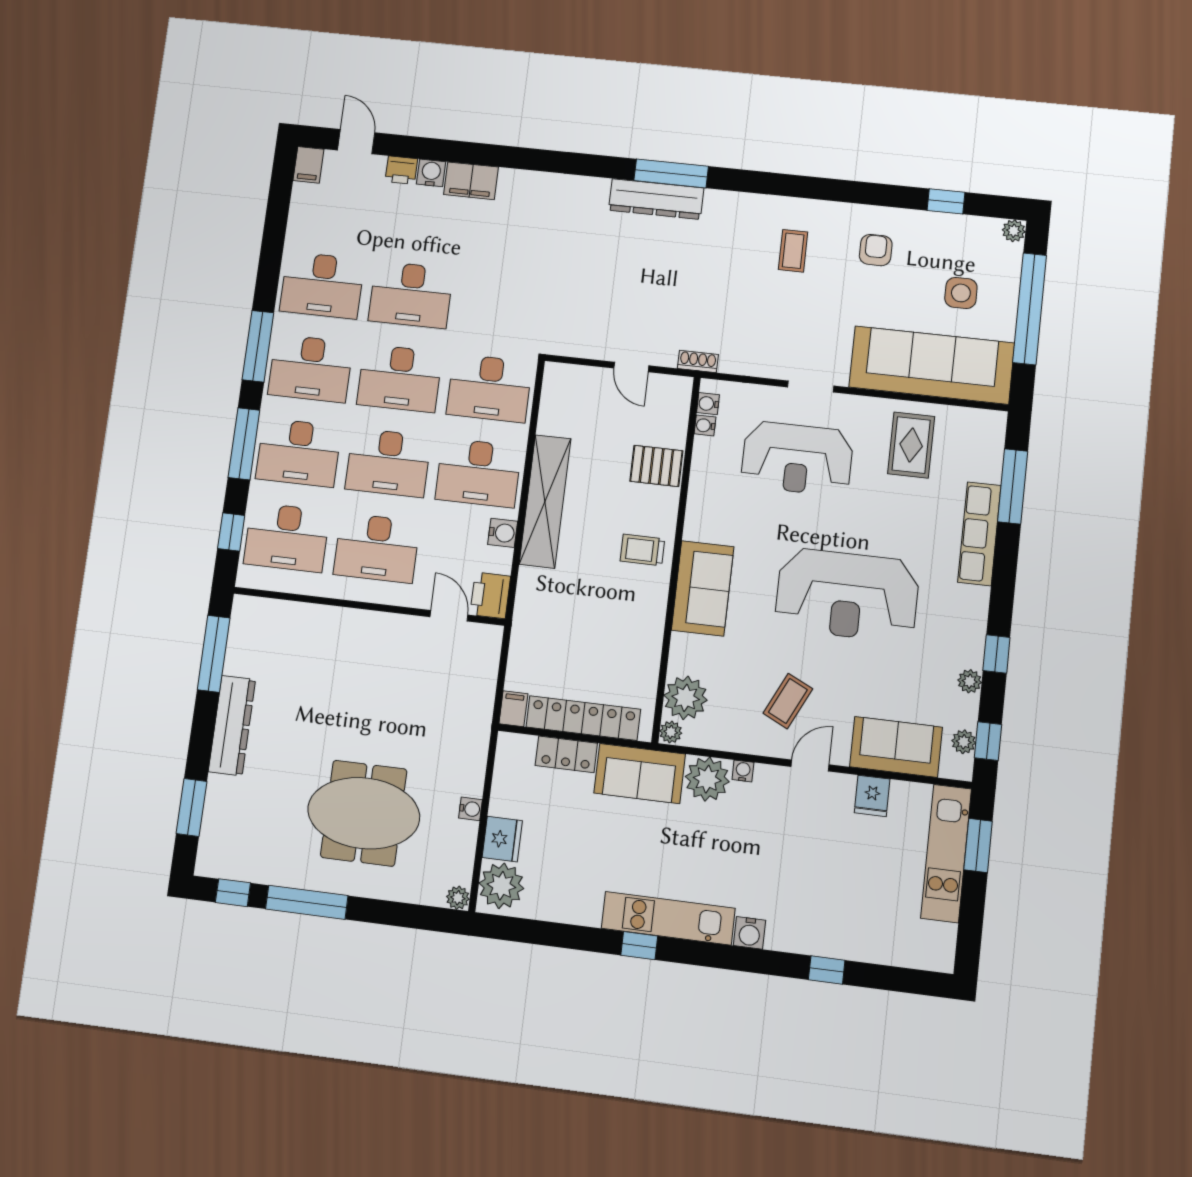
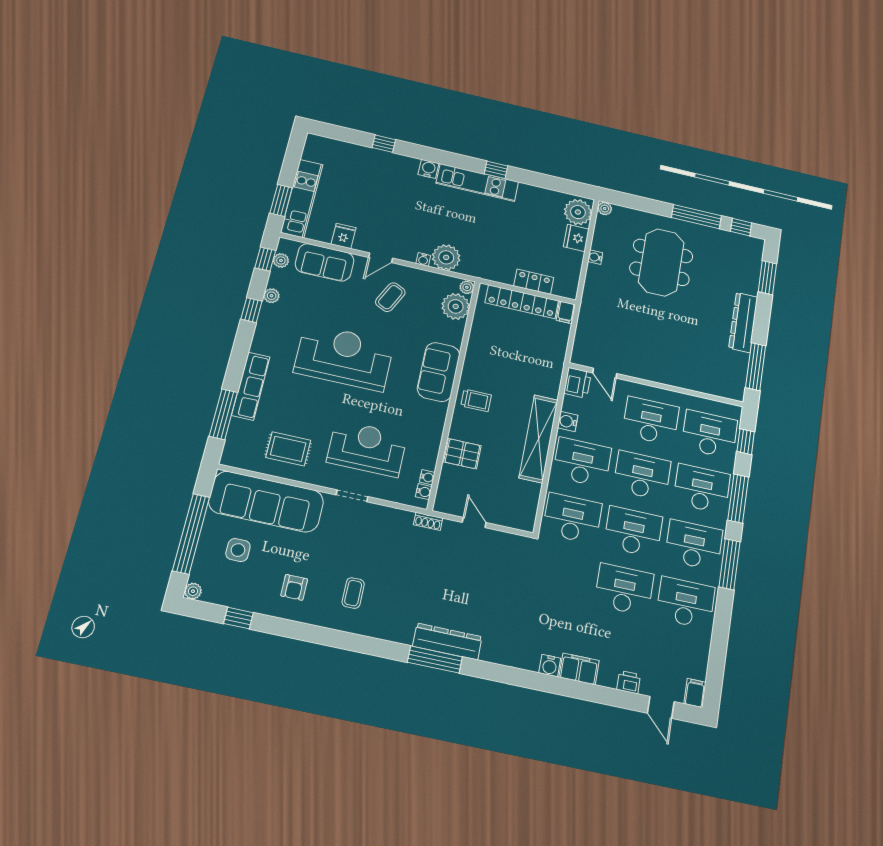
water cooler: (431, 173) -> (550, 666), moved
rug: (911, 445) -> (288, 449), turned 90
sofa: (640, 774) -> (488, 265), removed
meeting table: (364, 813) -> (661, 262), turned 90

